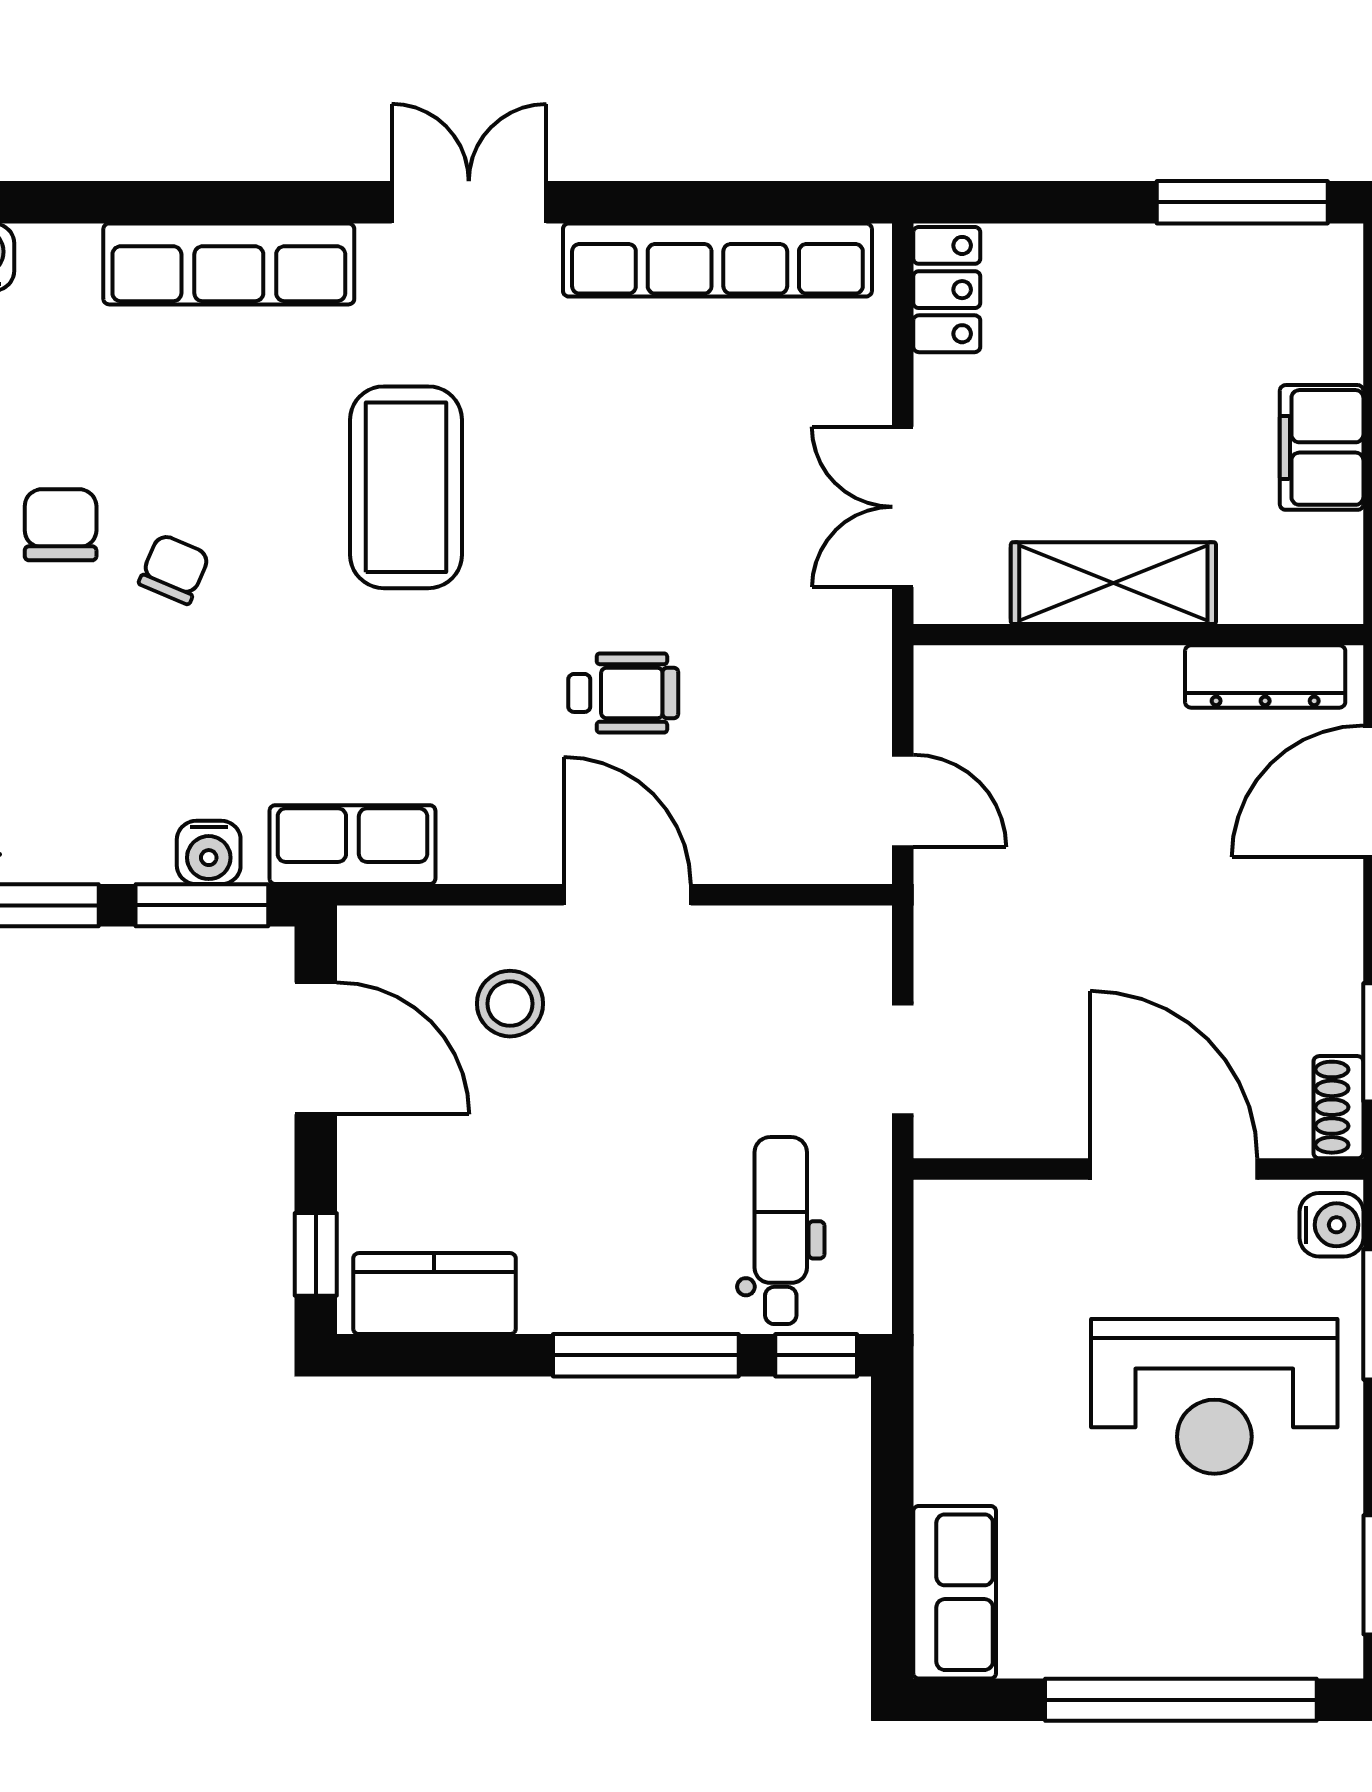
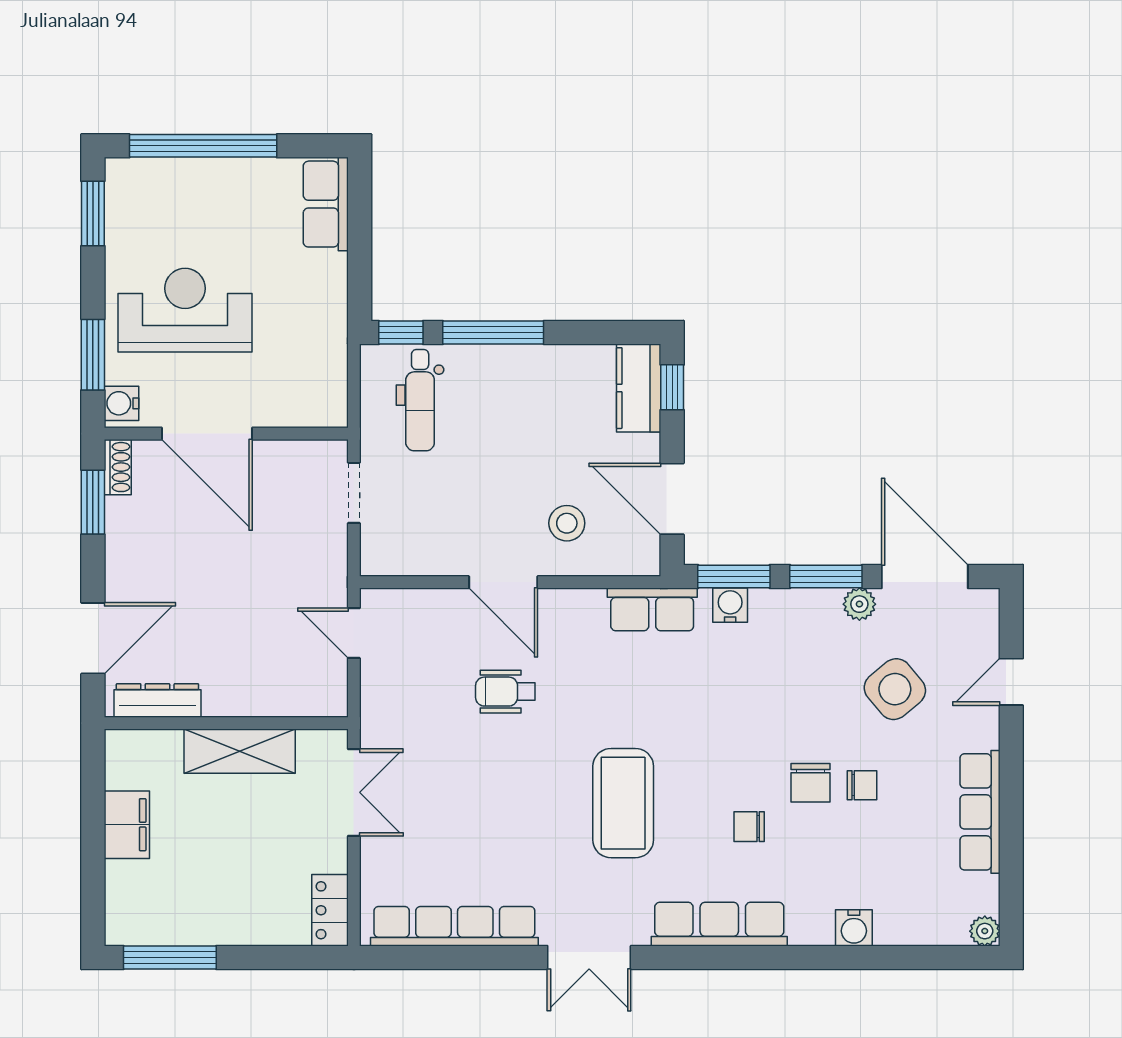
chair: (174, 569) -> (749, 827), moved, turned 67
kitchen counter: (434, 1294) -> (639, 388), moved, turned 90

